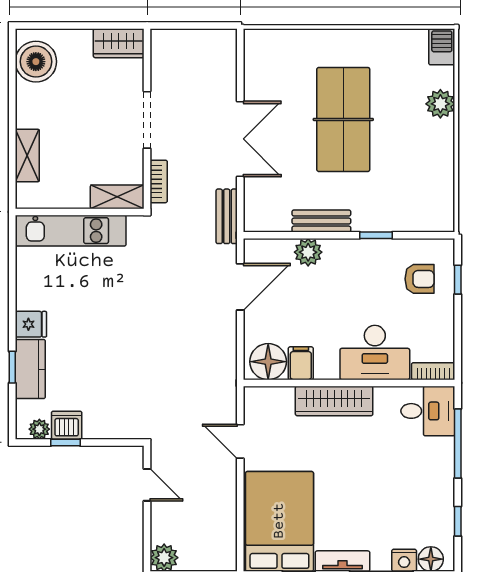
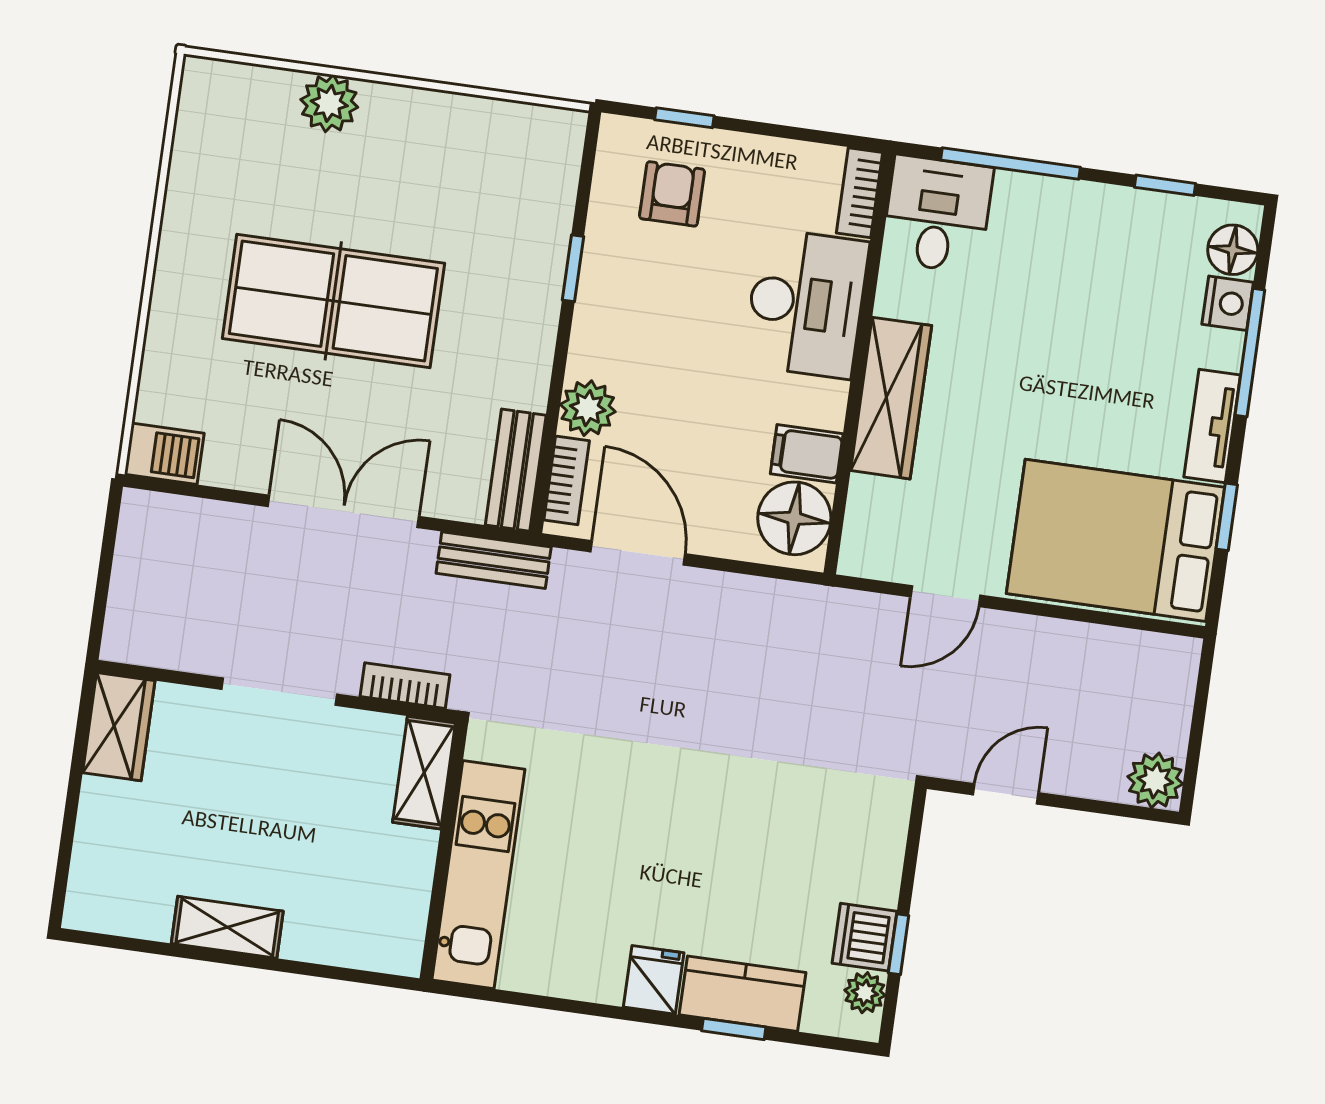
barbecue: (442, 47) -> (164, 454), moved, turned 180
boiler: (36, 62) -> (132, 896), removed
shelving: (27, 156) -> (227, 927), moved
bench: (321, 221) -> (516, 470), moved
bookcase: (271, 247) -> (567, 480), added

